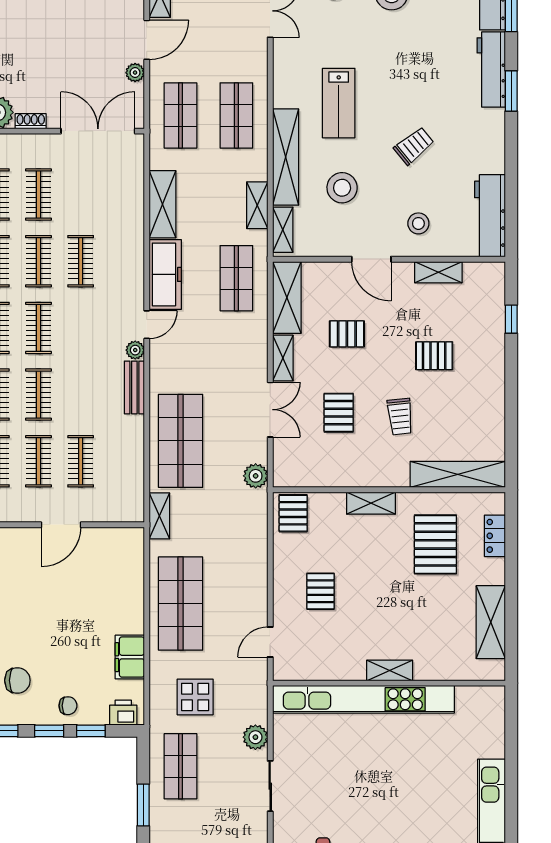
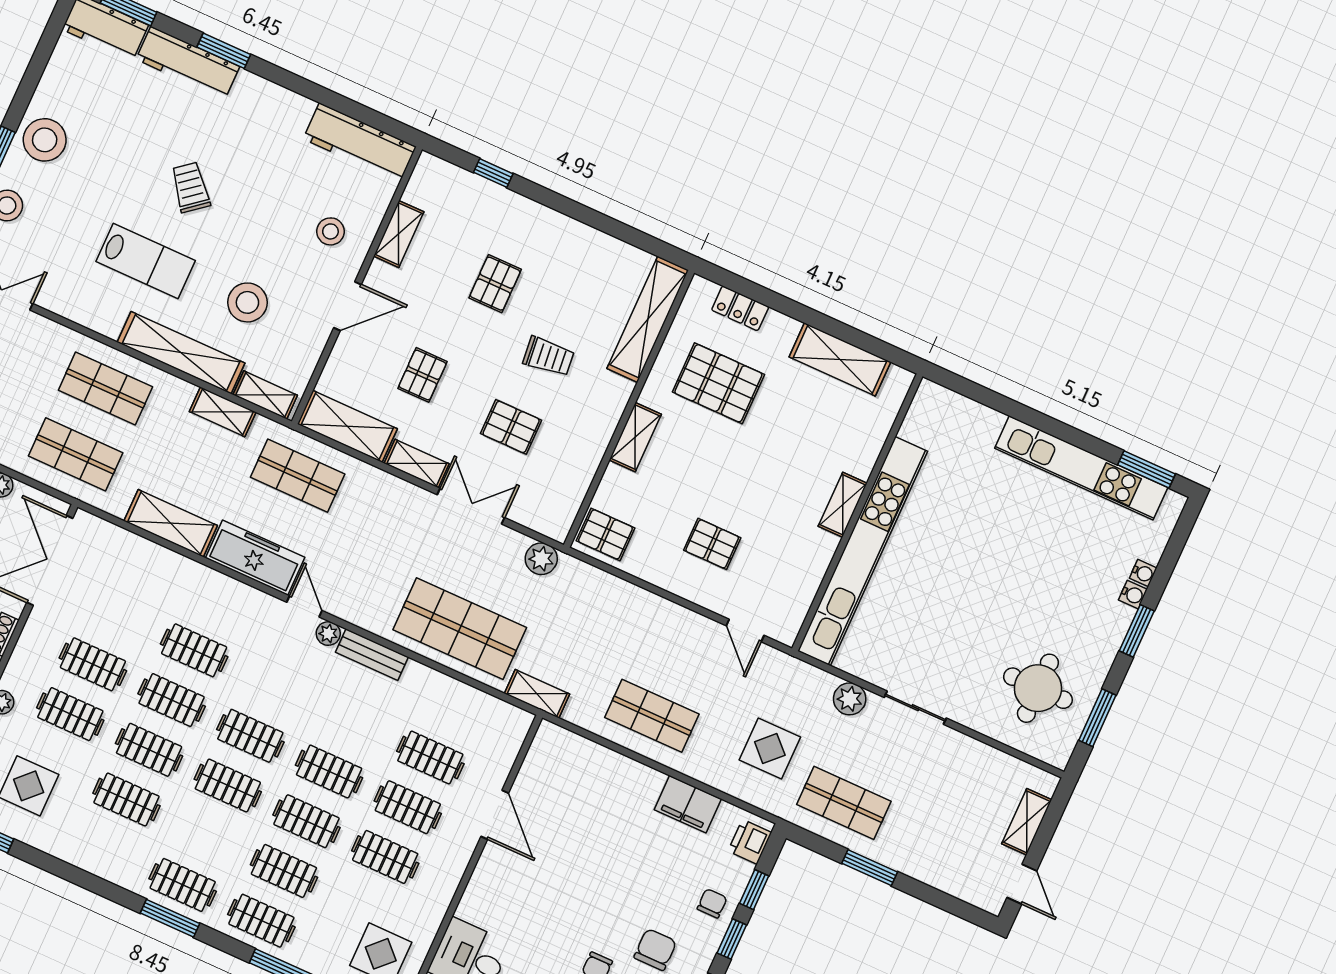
trolley: (414, 146) -> (190, 187), moved
shop shelf: (181, 604) -> (652, 716), width x0.70, depth x0.74

